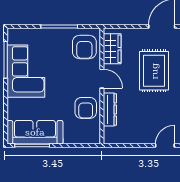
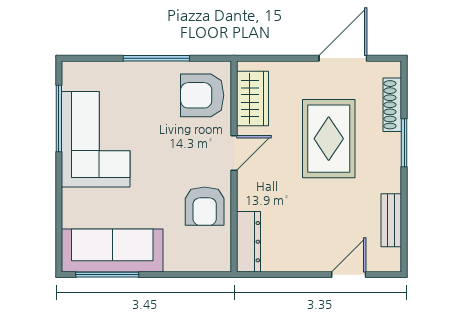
armchair: (84, 47) -> (202, 95), turned 90
door: (102, 79) -> (234, 153), hinge flipped
dresser: (110, 109) -> (249, 242), moved

